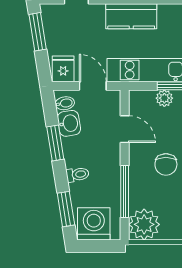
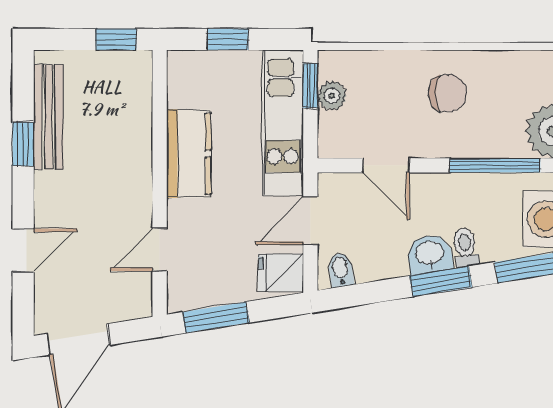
washbasin: (69, 123) -> (430, 254), moved
door: (125, 129) -> (386, 165), swing flipped
window: (55, 143) -> (441, 281), moved

